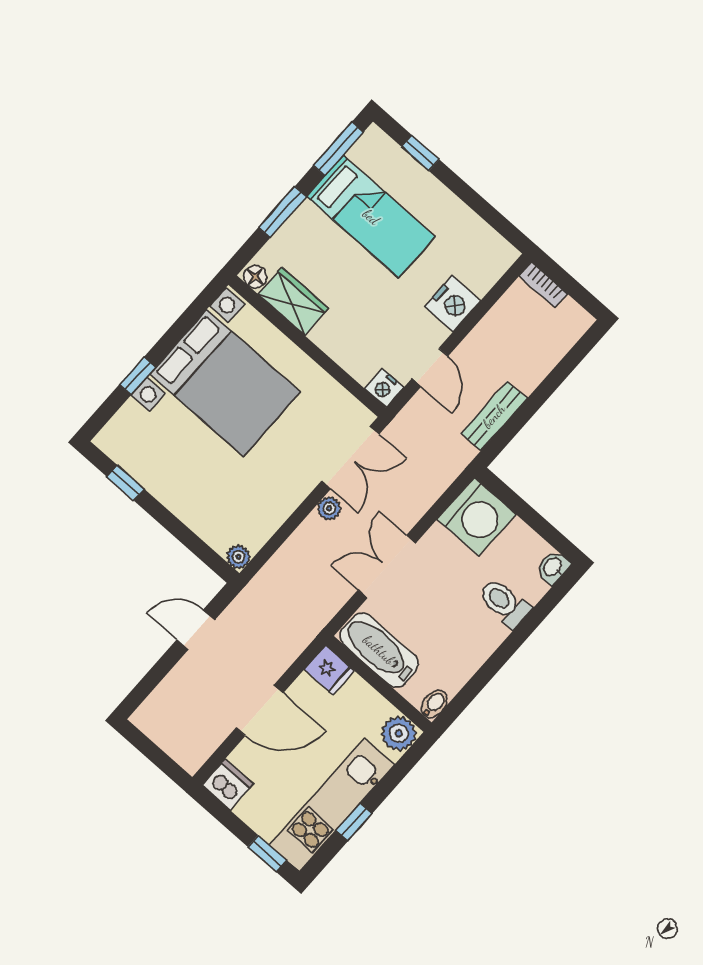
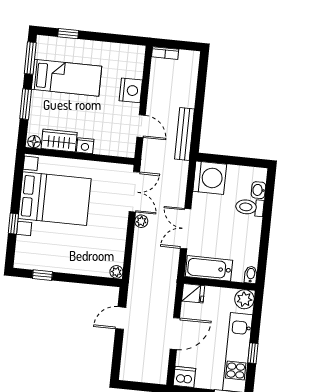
nightstand: (384, 388) -> (85, 146), moved
bench: (494, 416) -> (184, 134), width x1.36
washbasin: (553, 567) -> (258, 190), moved

